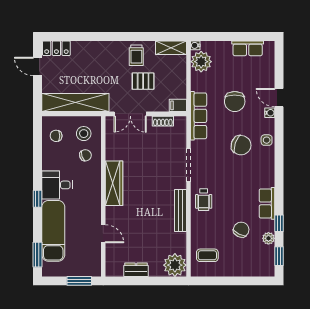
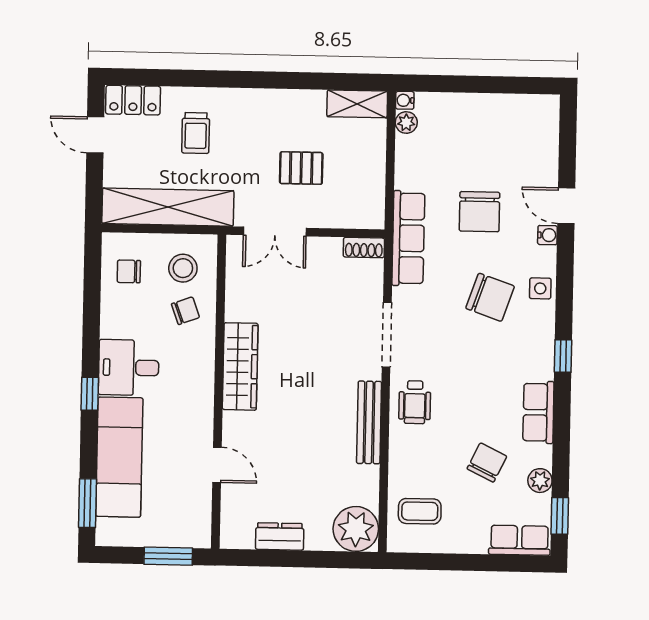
row of seats: (248, 48) -> (519, 540), moved, turned 180
trolley: (136, 55) -> (196, 133), moved
plant: (201, 62) -> (406, 122), width x0.53, depth x0.53
filing cabinet: (178, 105) -> (368, 217), removed
shoe rack: (163, 121) -> (364, 248), moved
window: (279, 223) -> (563, 356), moved

